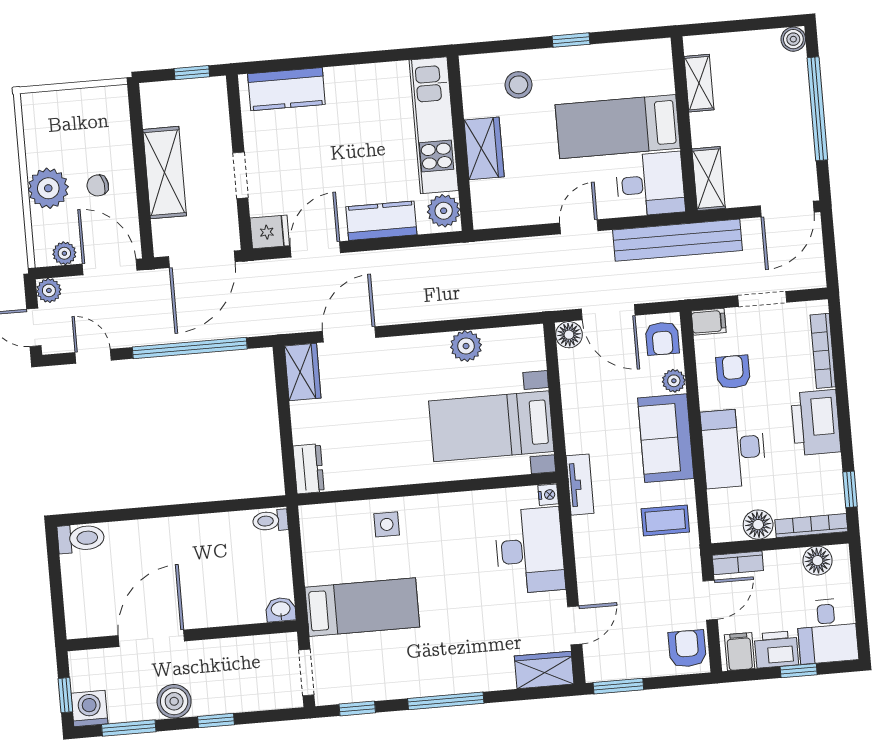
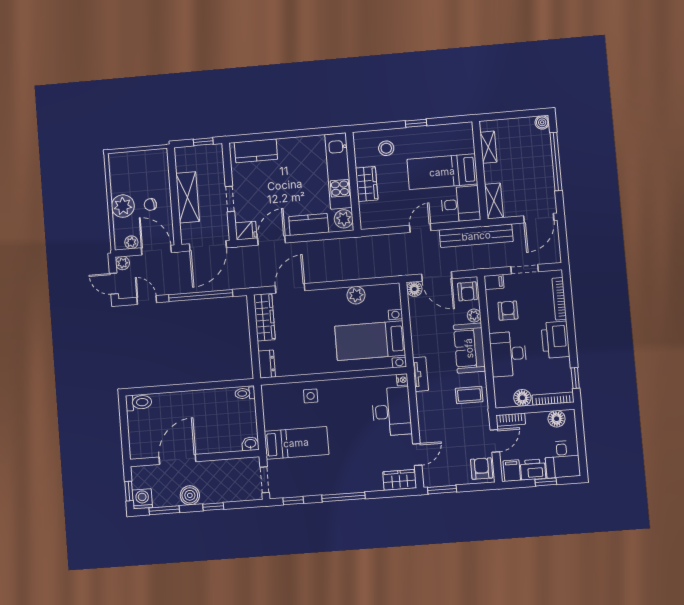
wardrobe: (303, 372) -> (264, 317), width x1.50

